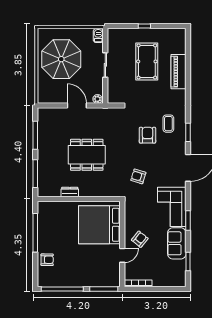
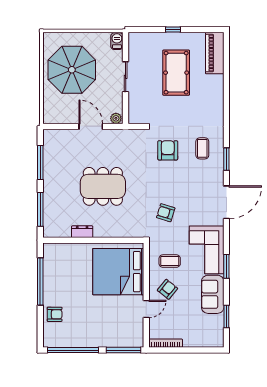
piano: (179, 72) -> (215, 53), moved
armchair: (147, 135) -> (168, 150), moved
coffee table: (142, 216) -> (170, 261), added

